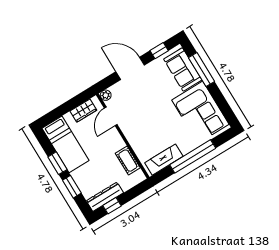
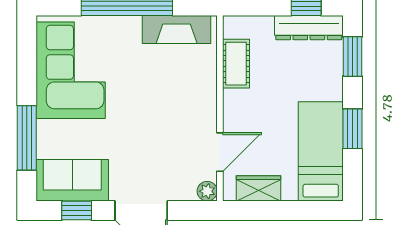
sofa: (183, 69) -> (72, 180), moved, turned -90
window: (72, 187) -> (352, 57), moved

